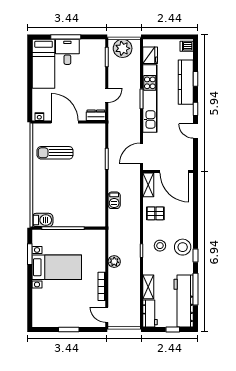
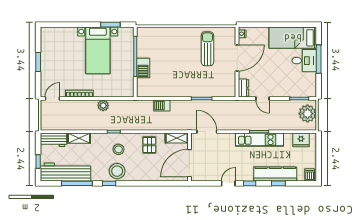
kitchen unit: (150, 98) -> (260, 140), width x0.73
barbecue: (42, 220) -> (143, 68), moved

